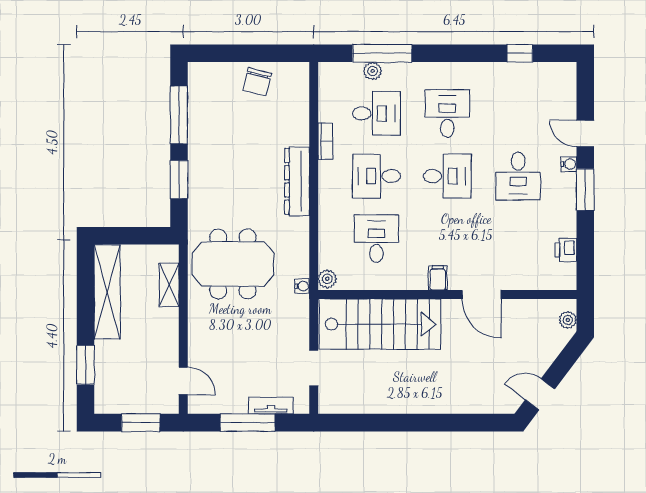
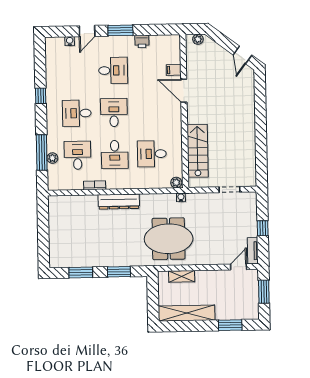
window: (520, 53) -> (41, 96), moved
chair: (257, 82) -> (60, 226), removed
window: (179, 115) -> (81, 272), width x0.69
water cooler: (569, 164) -> (70, 41), moved
printer: (566, 250) -> (142, 41), moved
meeting table: (233, 264) -> (169, 239), turned 90
filing cabinet: (438, 278) -> (174, 70), moved
door: (481, 294) -> (184, 91), swing flipped
stairs: (380, 324) -> (198, 151), width x0.73, depth x0.66
tv unit: (271, 405) -> (253, 251), moved
window: (248, 423) -> (263, 228), width x0.46

